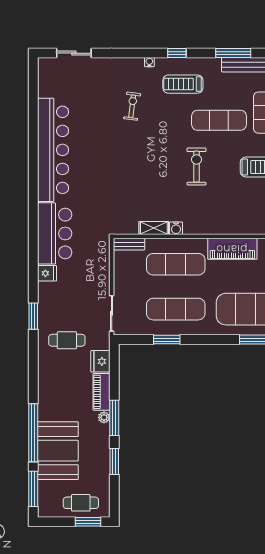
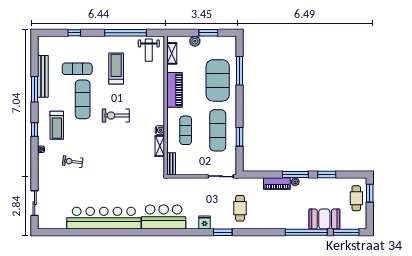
exercise mat: (176, 264) -> (186, 130), width x0.73, depth x0.69
fridge: (47, 273) -> (205, 223), moved
fridge: (100, 361) -> (255, 184), removed
booth: (58, 451) -> (324, 219), width x0.73, depth x0.70

